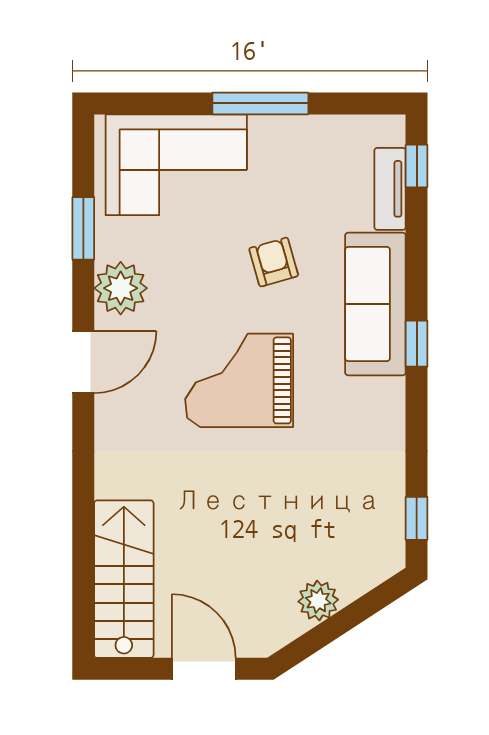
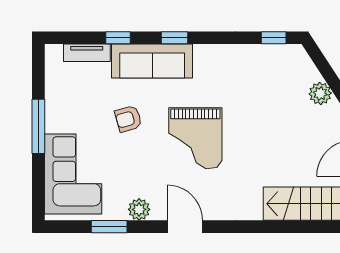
window: (417, 166) -> (118, 38), moved
plant: (121, 288) -> (139, 209), width x0.73, depth x0.73

